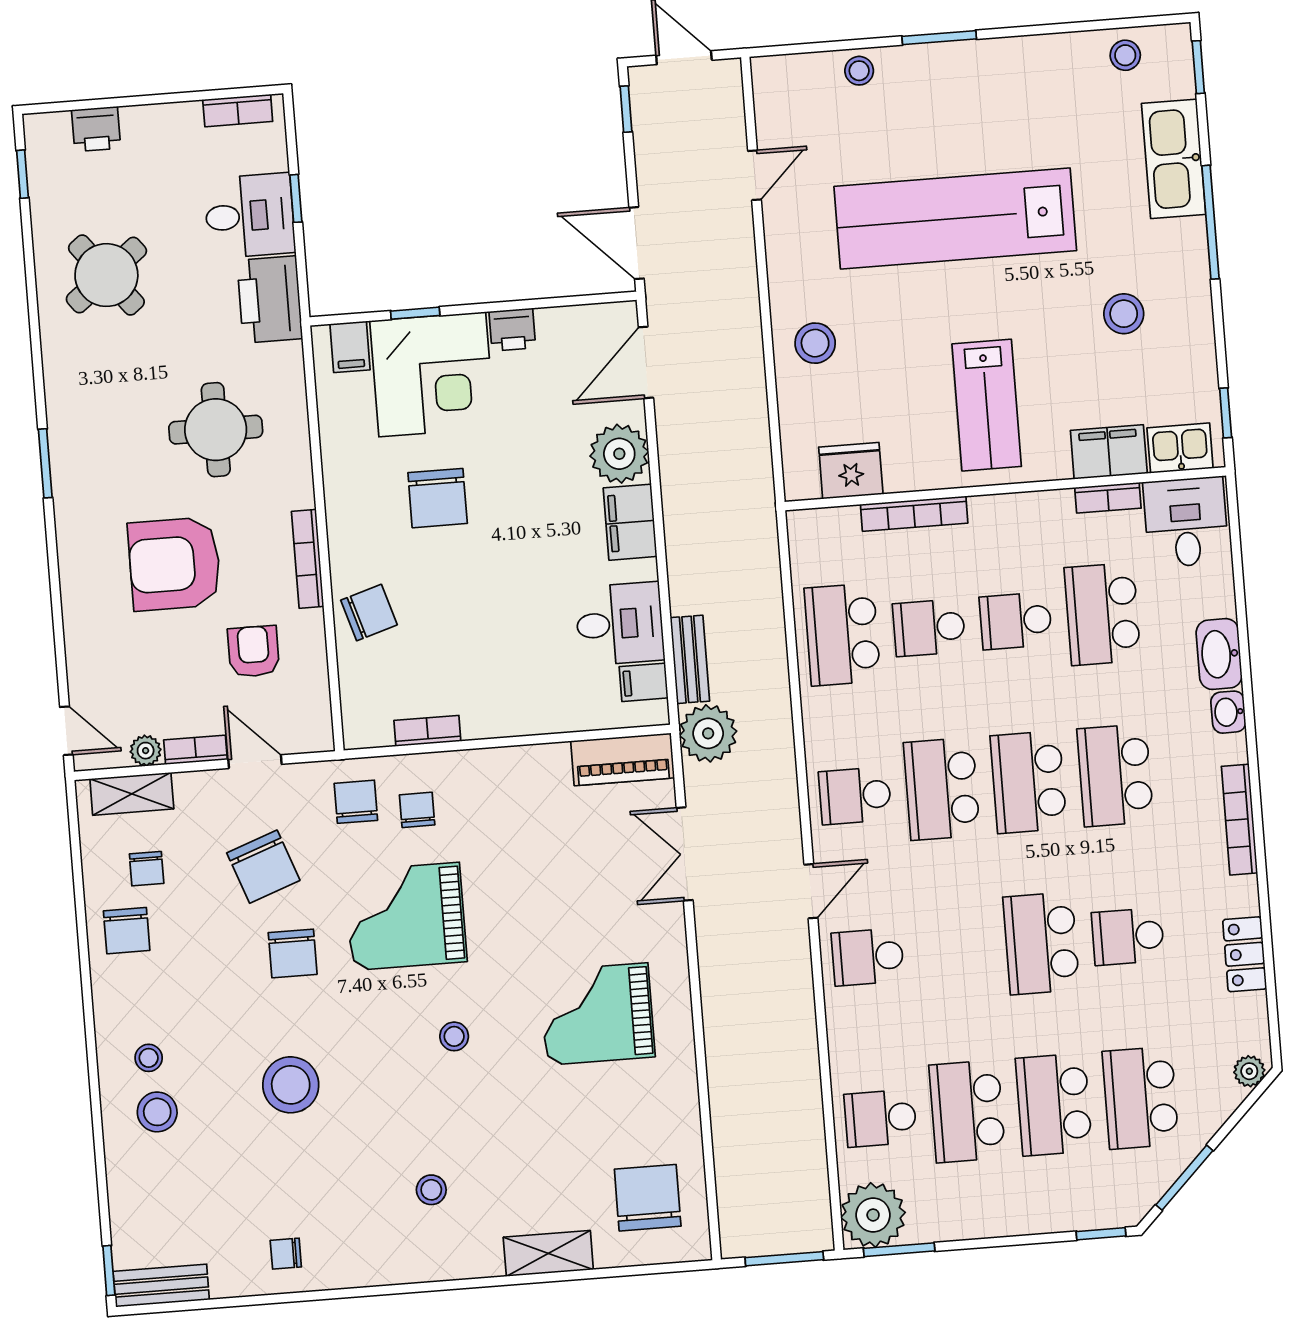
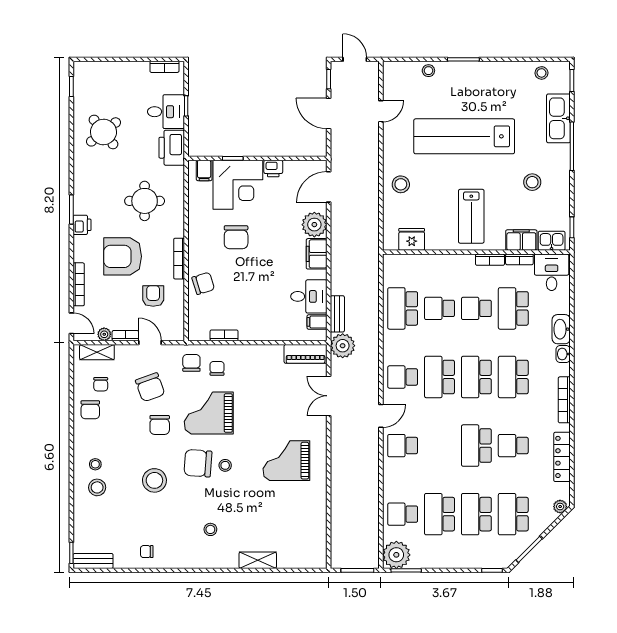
printer: (96, 129) -> (82, 225), moved, turned -90
door: (637, 243) -> (329, 113), moved
bookcase: (914, 514) -> (490, 260), moved, width x0.64
bookcase: (76, 638) -> (79, 284), added
locker: (1245, 954) -> (562, 457), width x1.53
chair: (648, 1198) -> (198, 463), moved, turned -86

